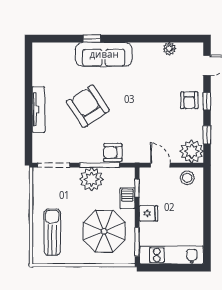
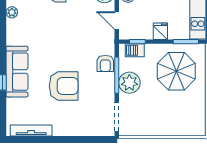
armchair: (88, 106) -> (64, 86), turned -146
tv unit: (38, 110) -> (31, 130), moved
door: (160, 165) -> (117, 21), hinge flipped
barbecue: (127, 198) -> (135, 50), moved
sun lounger: (52, 232) -> (177, 118), removed

